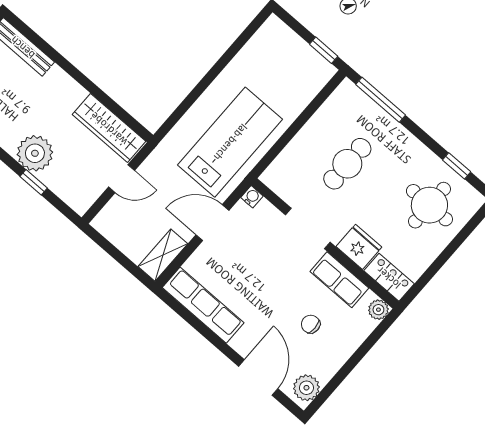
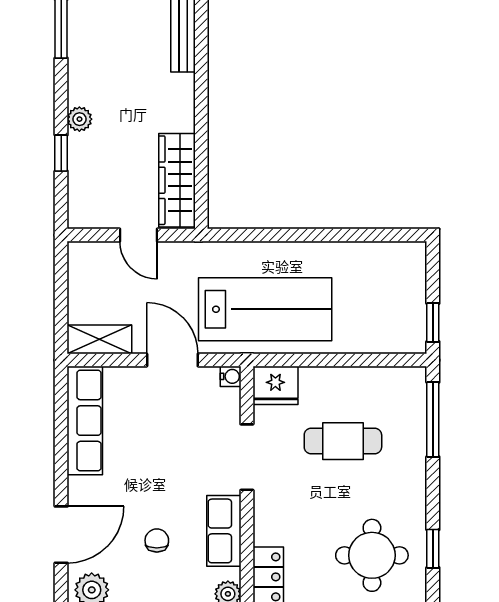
plant: (35, 153) -> (79, 119), width x0.53, depth x0.53
fridge: (359, 247) -> (275, 385), moved, turned 90

